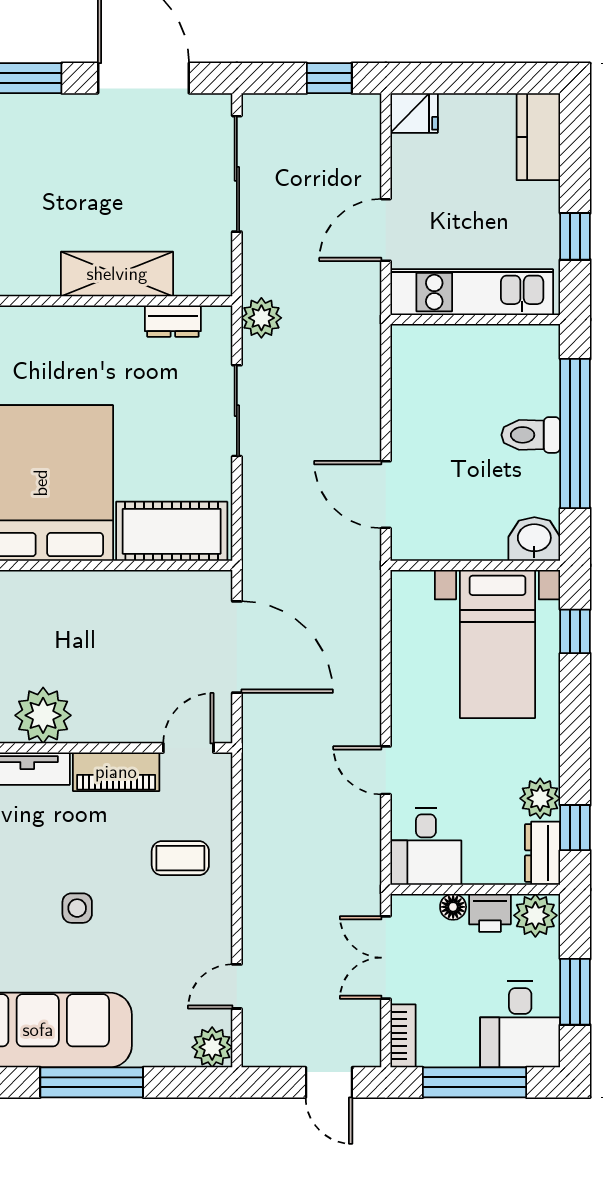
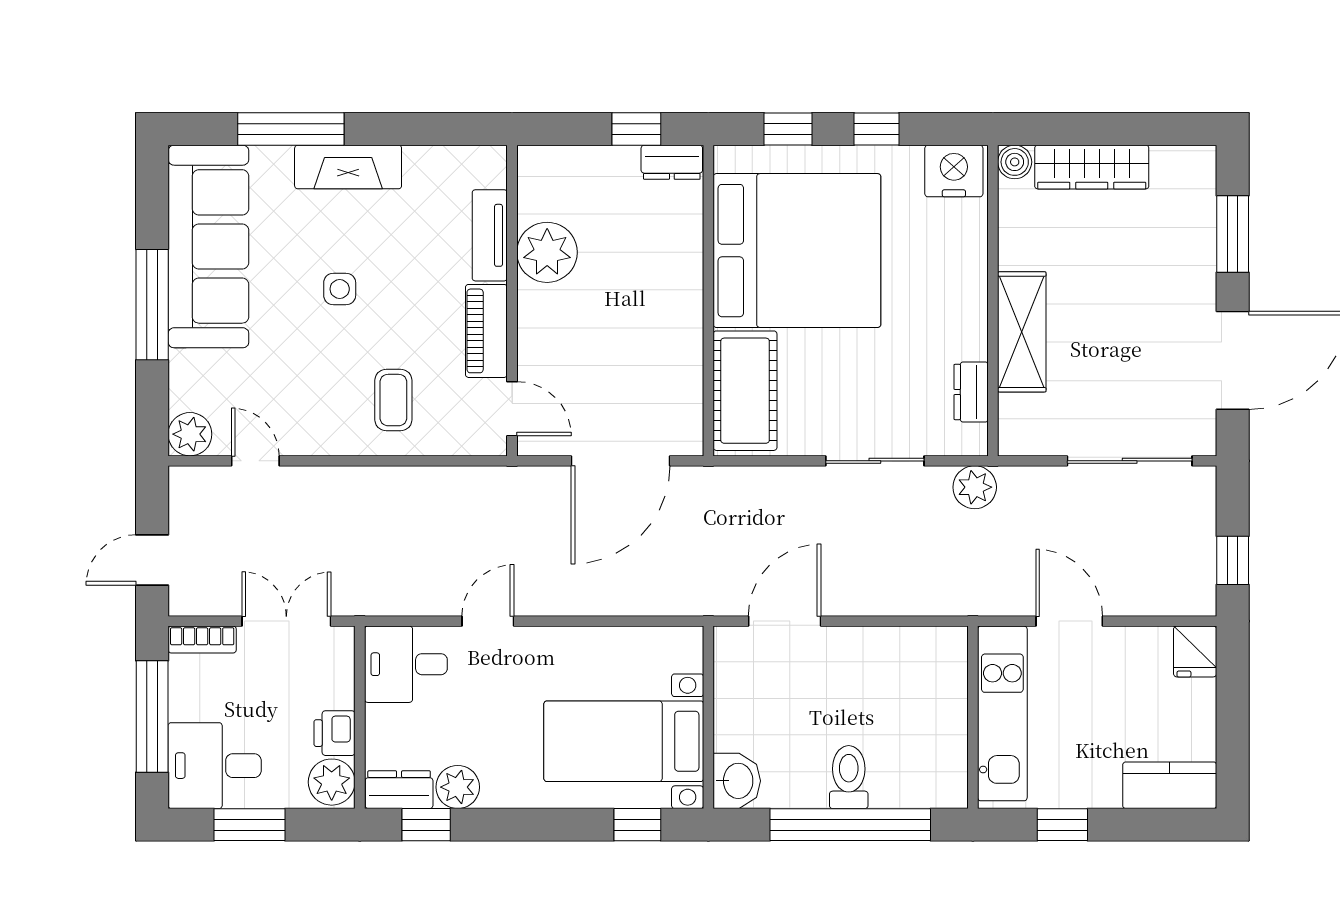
floor lamp: (453, 907) -> (341, 693), removed

